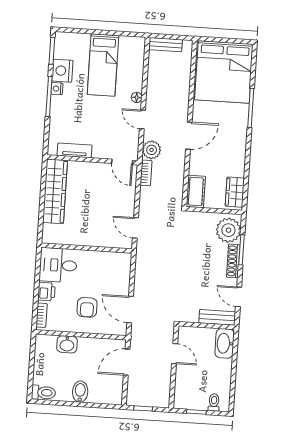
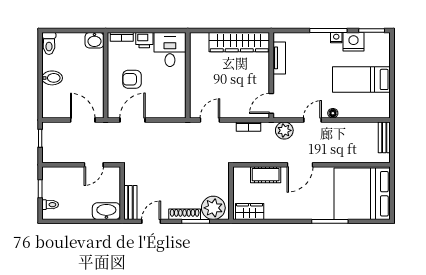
door: (189, 136) -> (300, 165), hinge flipped
bookcase: (146, 173) -> (249, 127), moved
cot: (196, 191) -> (266, 175), moved
washbasin: (67, 344) -> (94, 40), moved, turned -90

